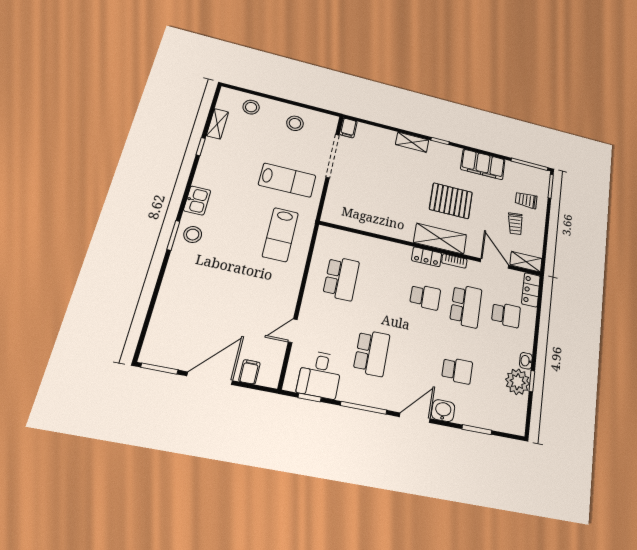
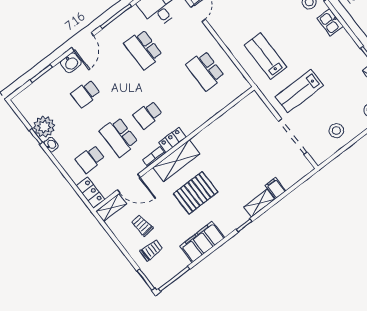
filing cabinet: (348, 128) -> (276, 188), moved

